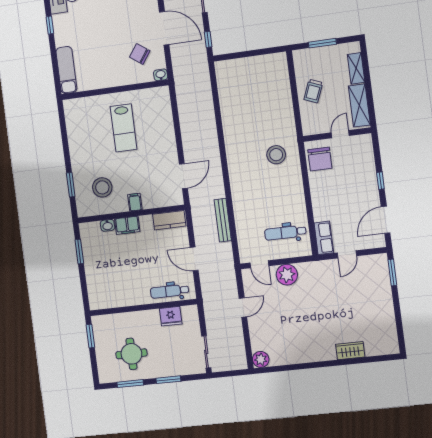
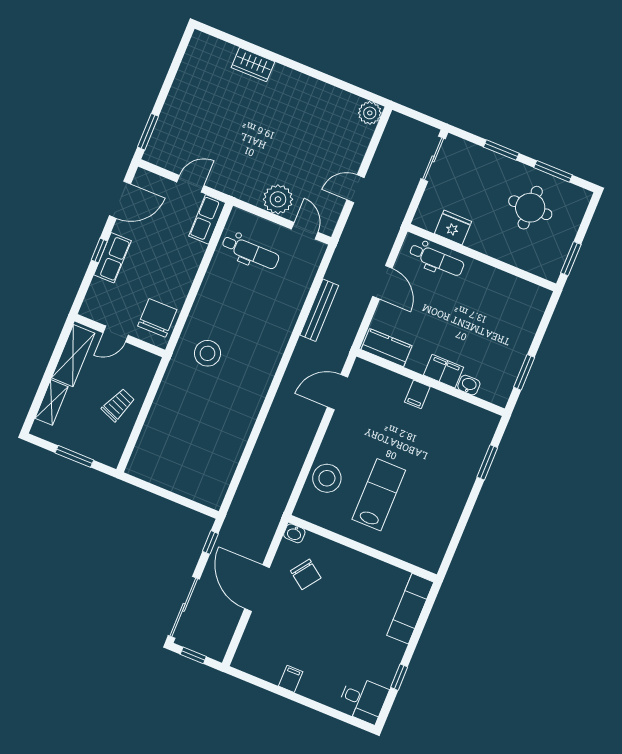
row of seats: (369, 181) -> (112, 258), added
stool: (102, 187) -> (327, 478), moved

